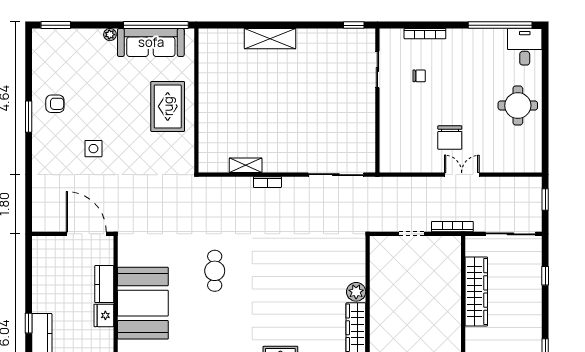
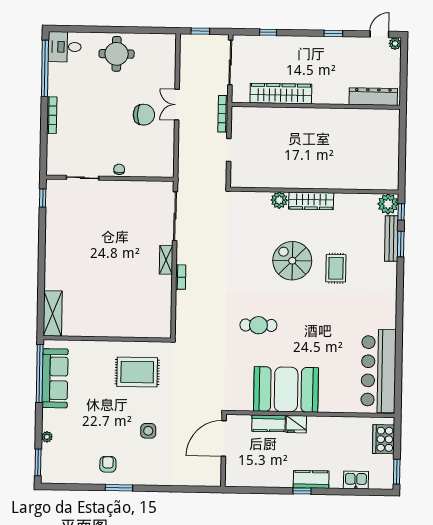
bookcase: (425, 34) -> (52, 115), moved
plant: (110, 35) -> (47, 437), moved
shelving: (270, 39) -> (53, 313), moved
chair: (419, 76) -> (119, 169), moved
rug: (168, 106) -> (137, 372), moved
shelving: (246, 165) -> (166, 260), moved
spiral stairs: (288, 308) -> (292, 261), added

